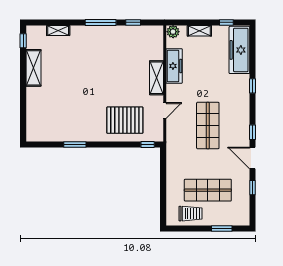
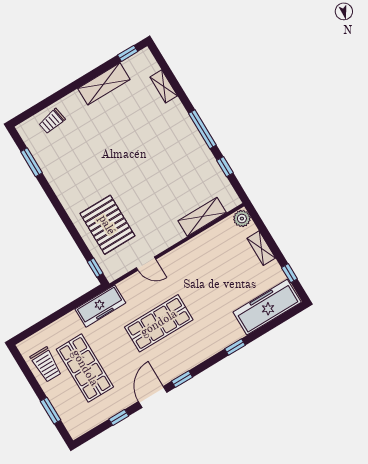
freezer: (174, 66) -> (100, 306), moved
shelving: (156, 78) -> (202, 217), moved
trolley: (37, 116) -> (52, 121), added
window: (75, 145) -> (31, 162), moved

